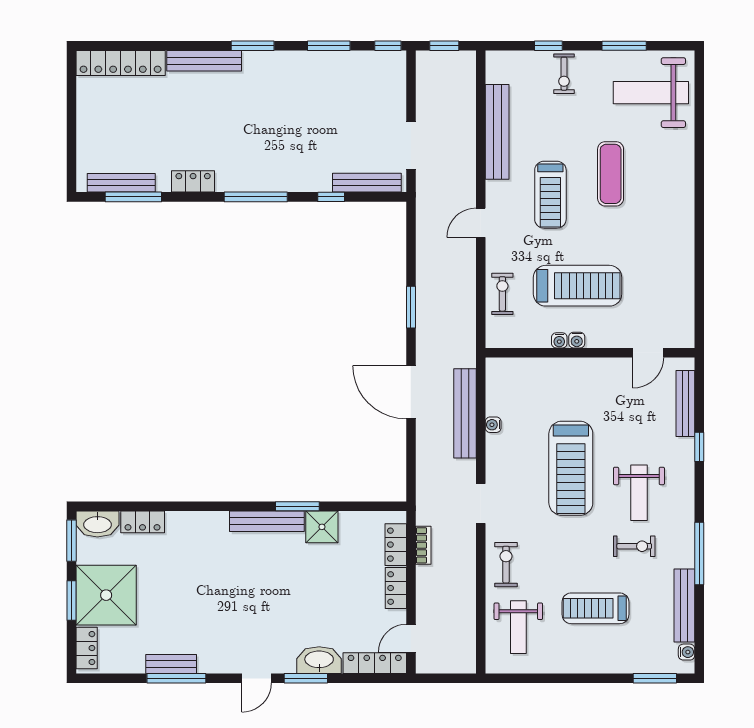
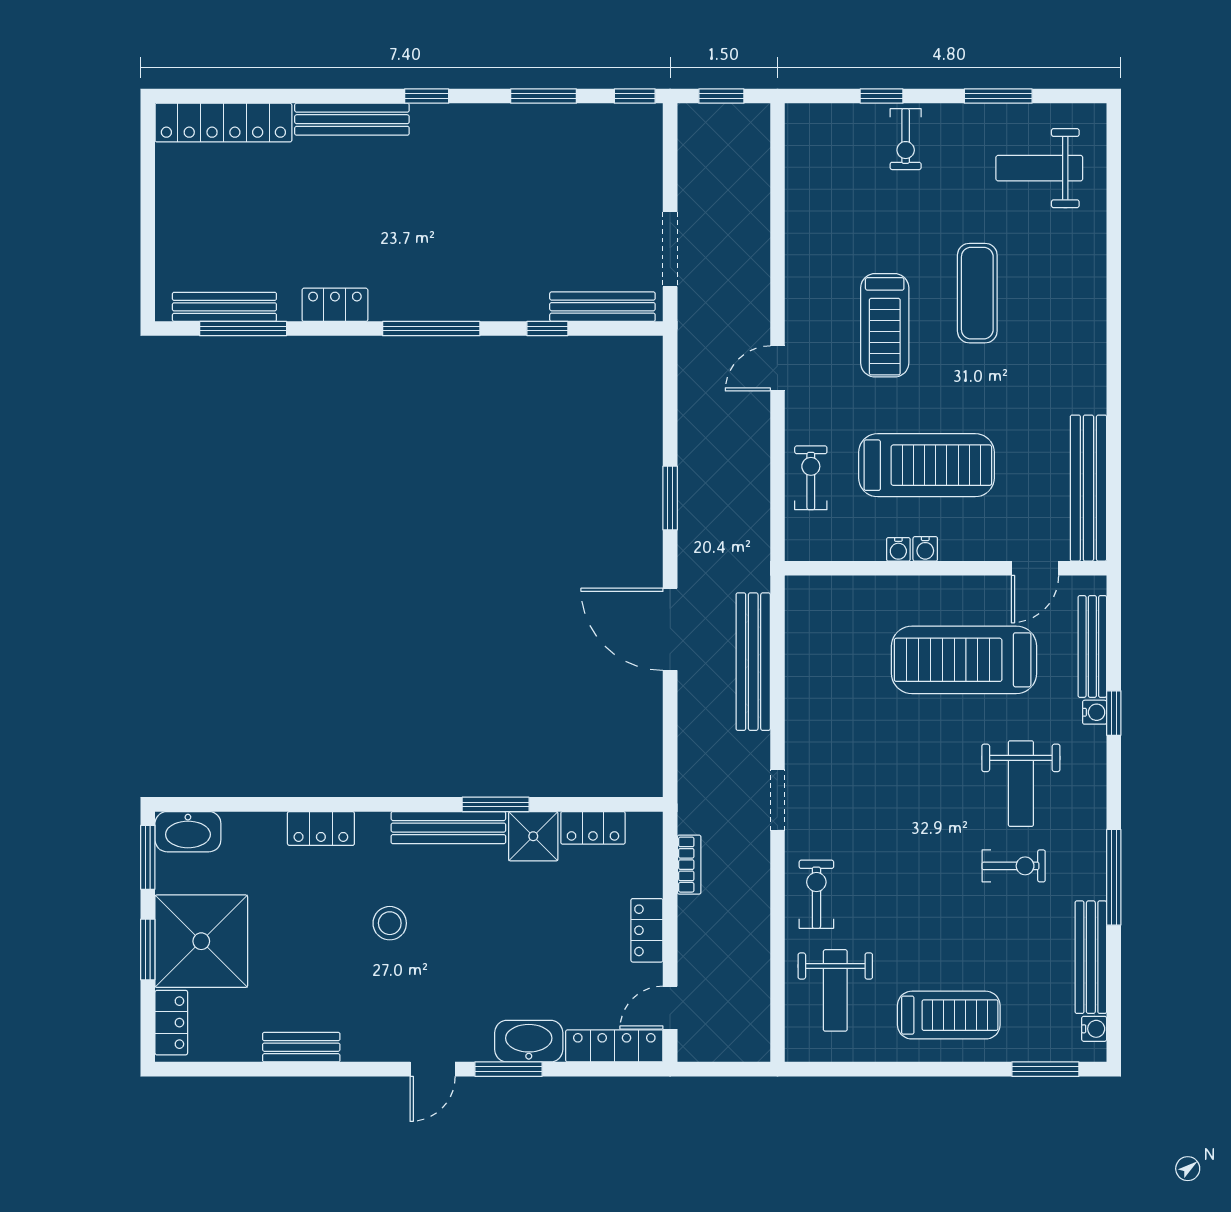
window: (253, 46) -> (427, 96), width x0.67
weight bench: (651, 93) -> (1039, 168), width x0.73, depth x0.75
bench: (497, 132) -> (1088, 488), moved
water cooler: (493, 425) -> (1095, 712), moved, turned 180
treadmill: (571, 468) -> (964, 660), moved, turned 90
locker: (143, 522) -> (321, 828), moved
locker: (396, 545) -> (593, 828), moved, turned -90
stool: (229, 583) -> (390, 923), added
treadmill: (595, 608) -> (949, 1015), moved, turned 180
window: (176, 678) -> (309, 1069), removed

